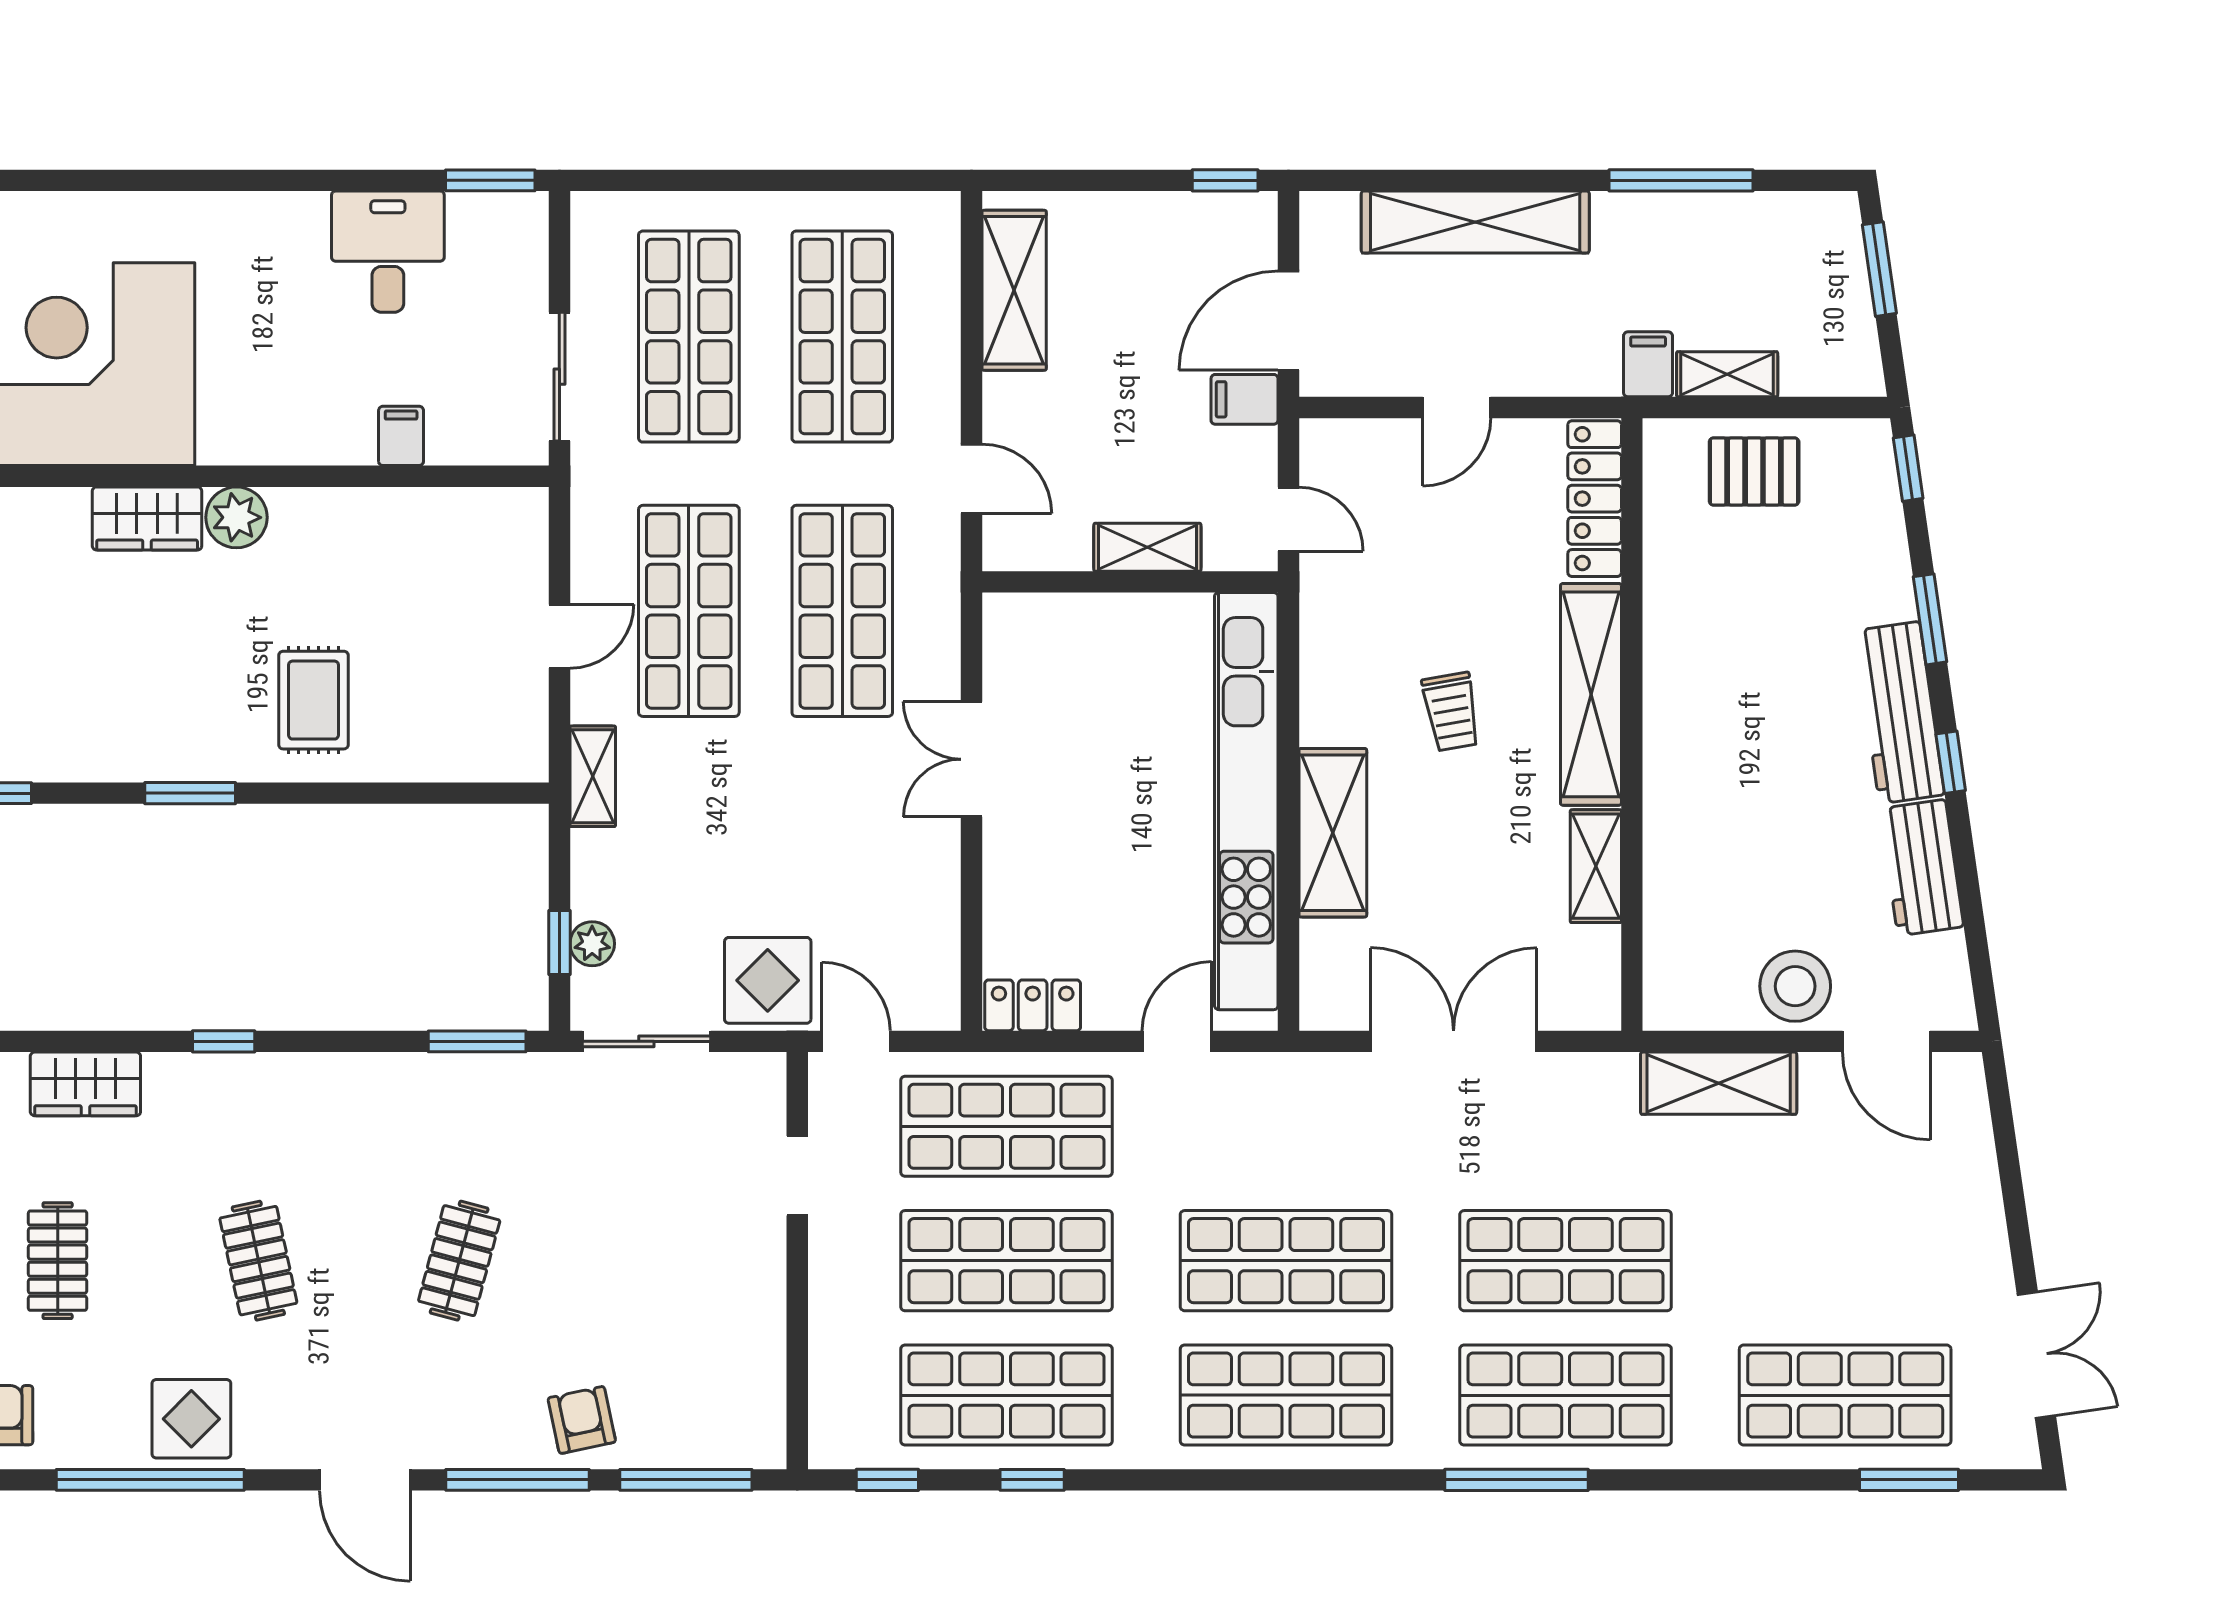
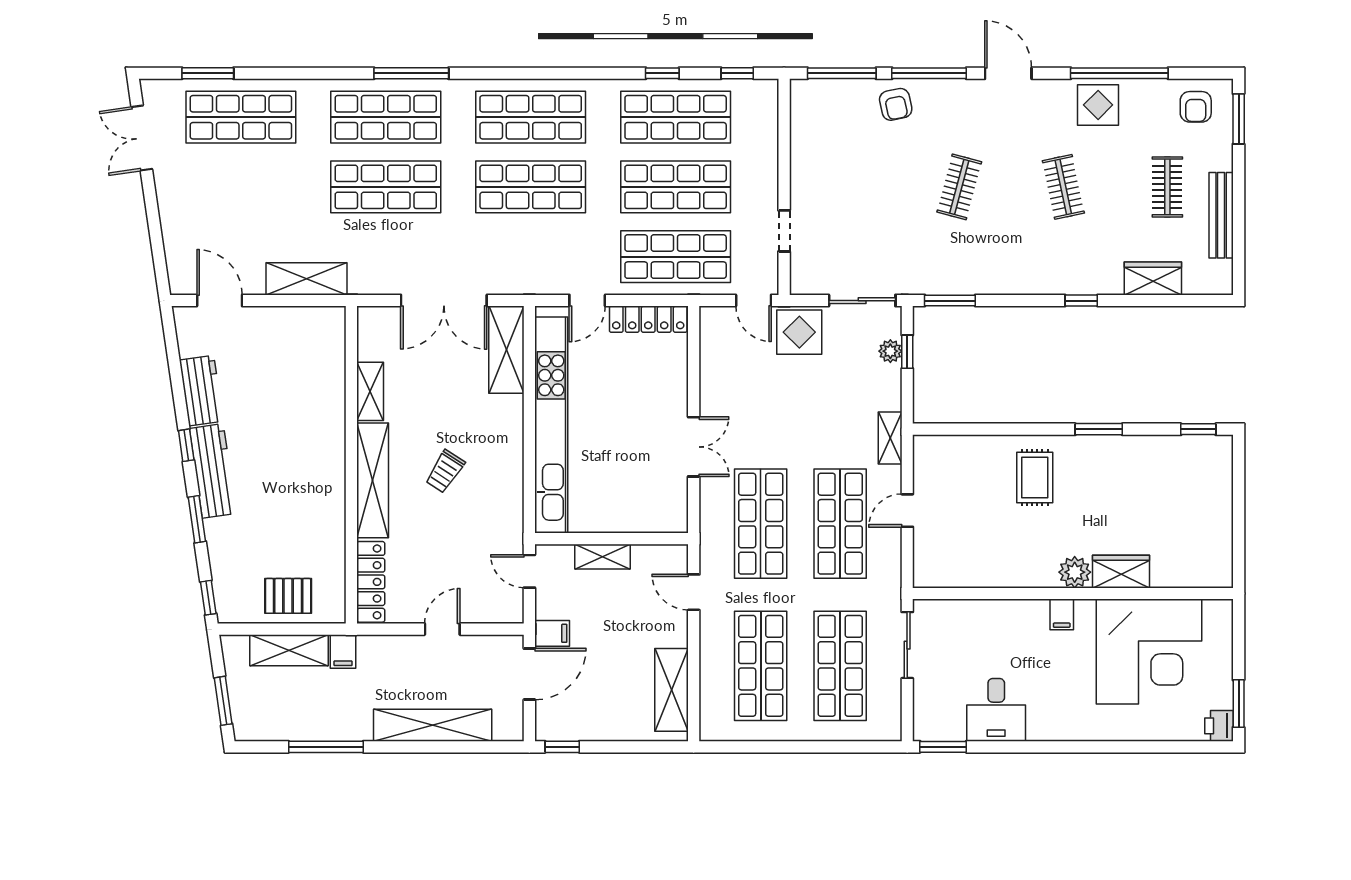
shelving: (1727, 374) -> (289, 650), width x1.50, depth x1.33
filing cabinet: (401, 436) -> (1062, 614), moved
trolley: (1451, 712) -> (445, 471), turned -137
shelving: (1333, 833) -> (506, 350), moved
stool: (1795, 986) -> (267, 329), removed
locker: (1033, 1005) -> (648, 319), width x1.53

